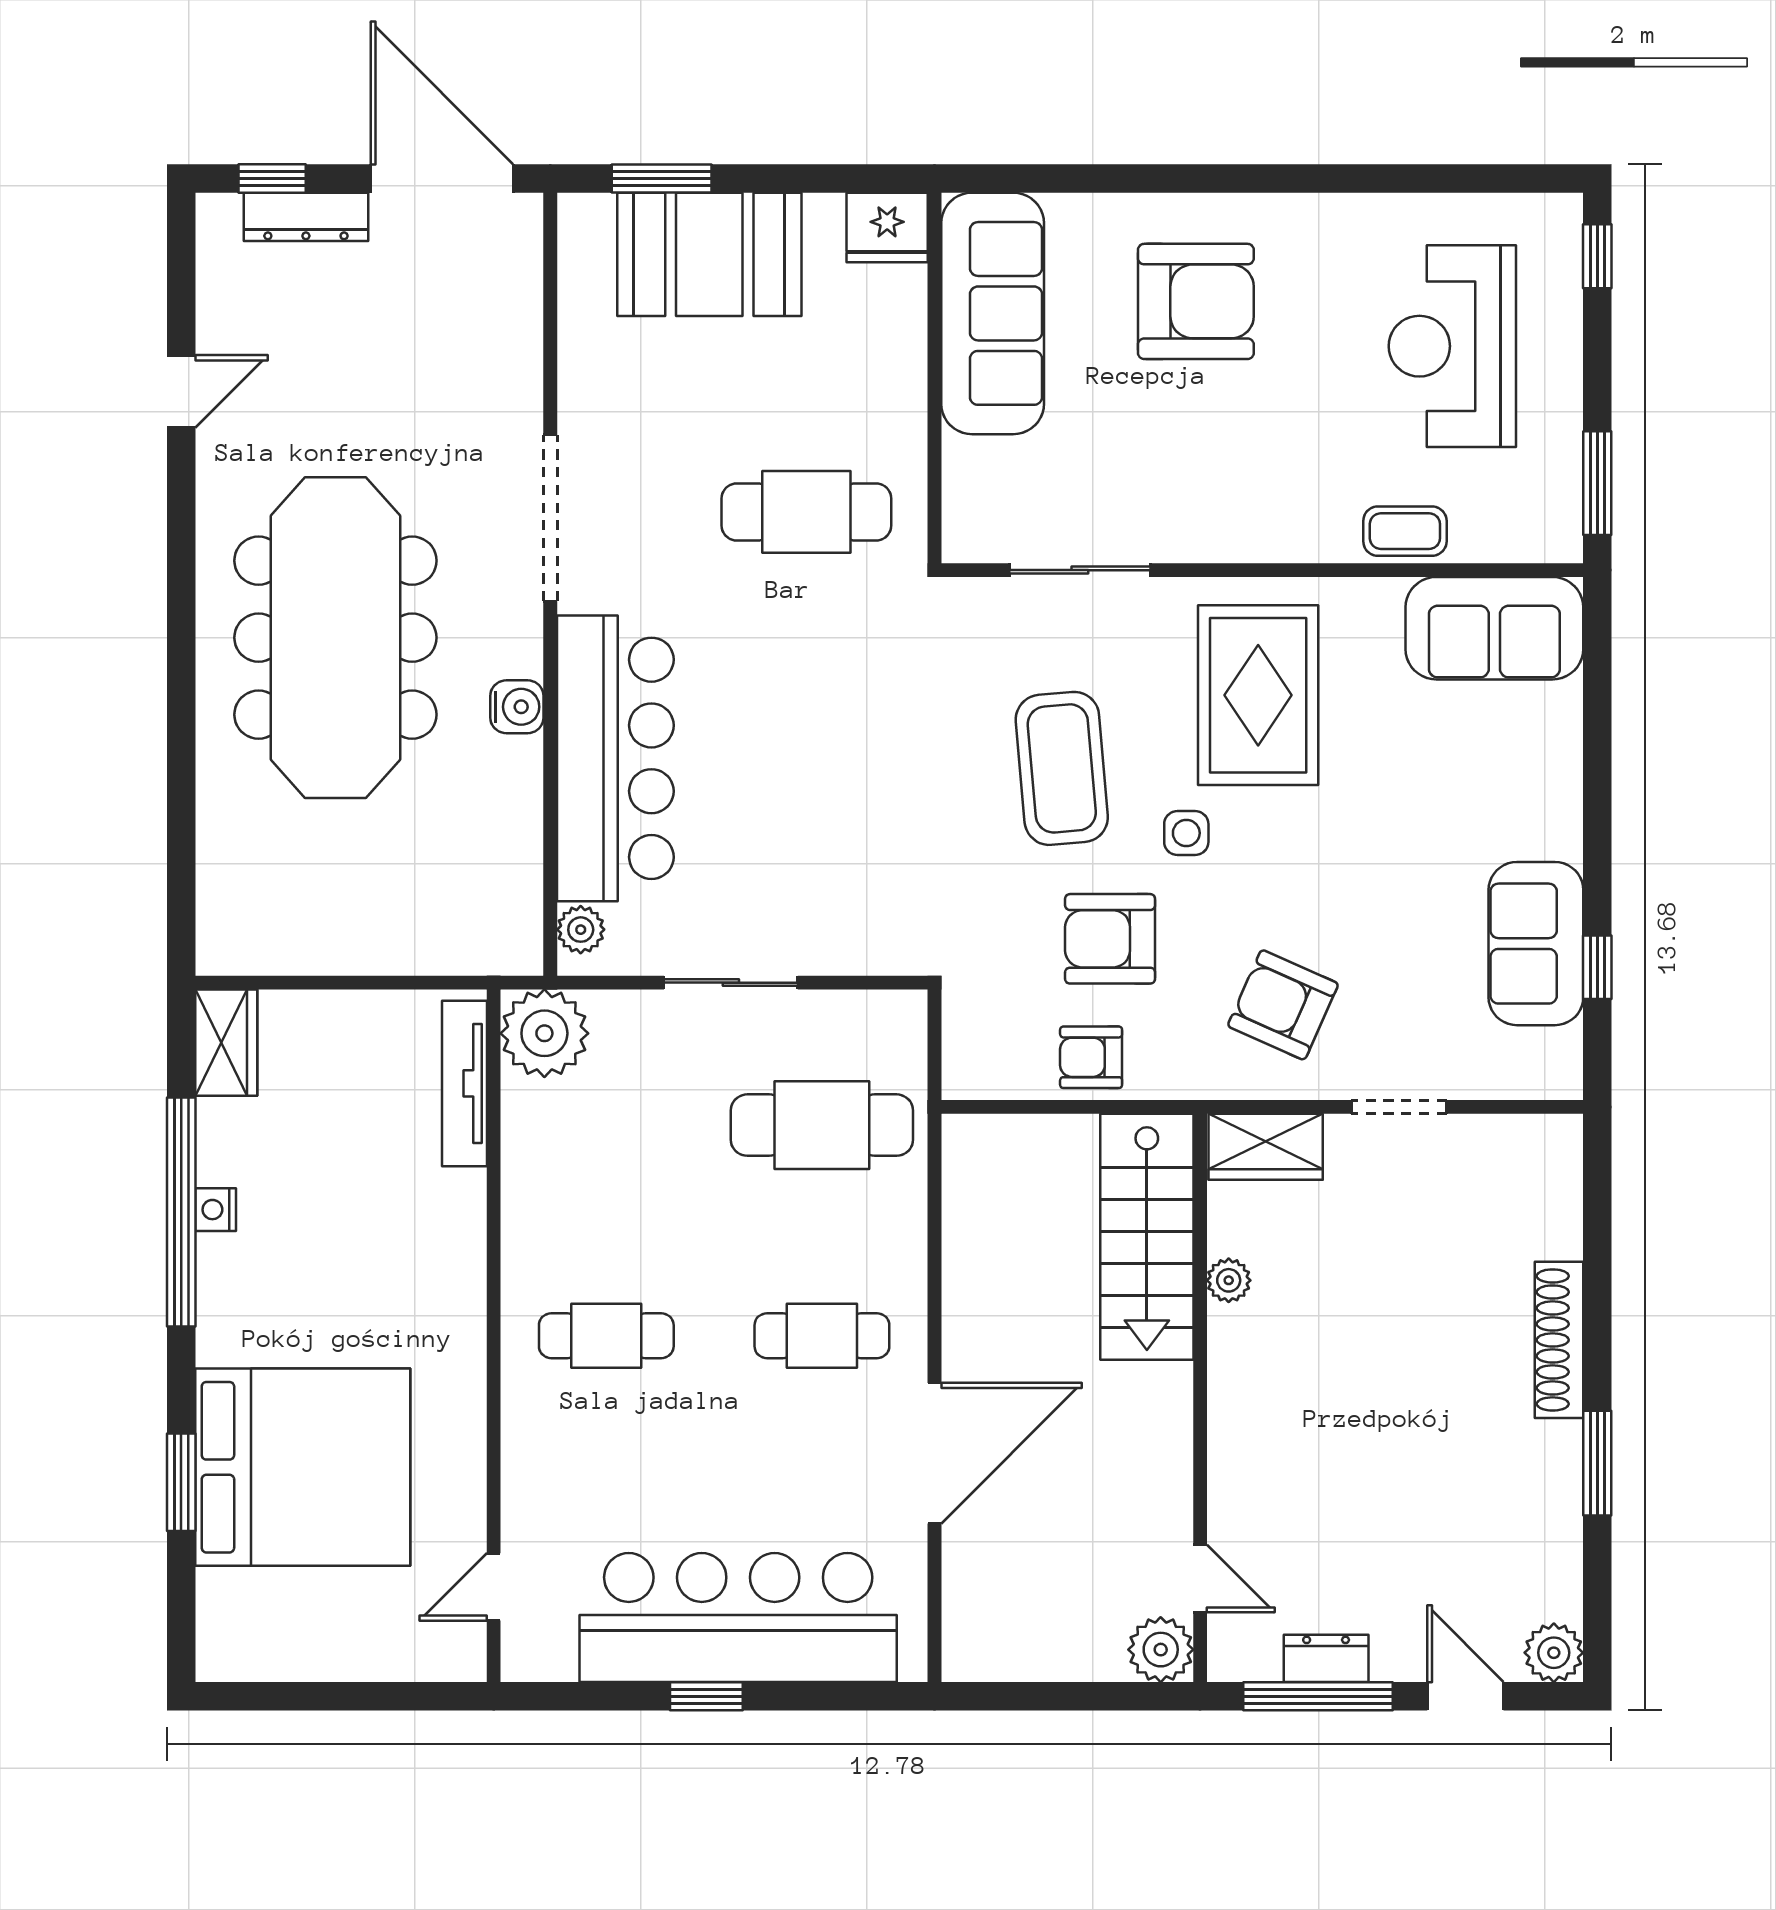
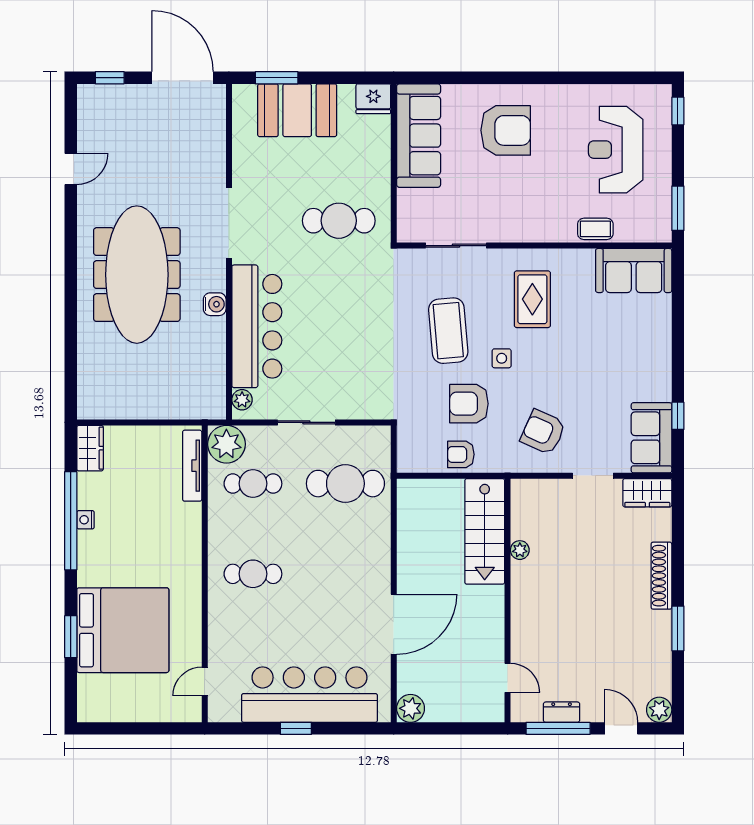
dresser: (306, 217) -> (124, 94), removed
rug: (1258, 695) -> (532, 299), width x0.73, depth x0.70
sofa: (1536, 944) -> (652, 438), moved
wardrobe: (1266, 1147) -> (647, 493), moved
cafe table: (822, 1336) -> (253, 484), moved
plant: (1161, 1650) -> (411, 708), moved

